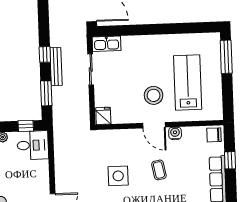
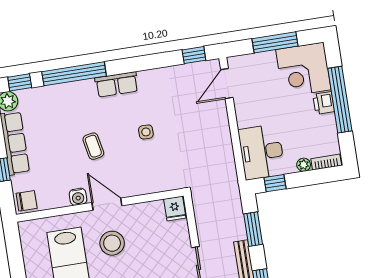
desk: (33, 145) -> (262, 152), width x1.37
side table: (118, 176) -> (146, 132), width x0.54, depth x0.54

